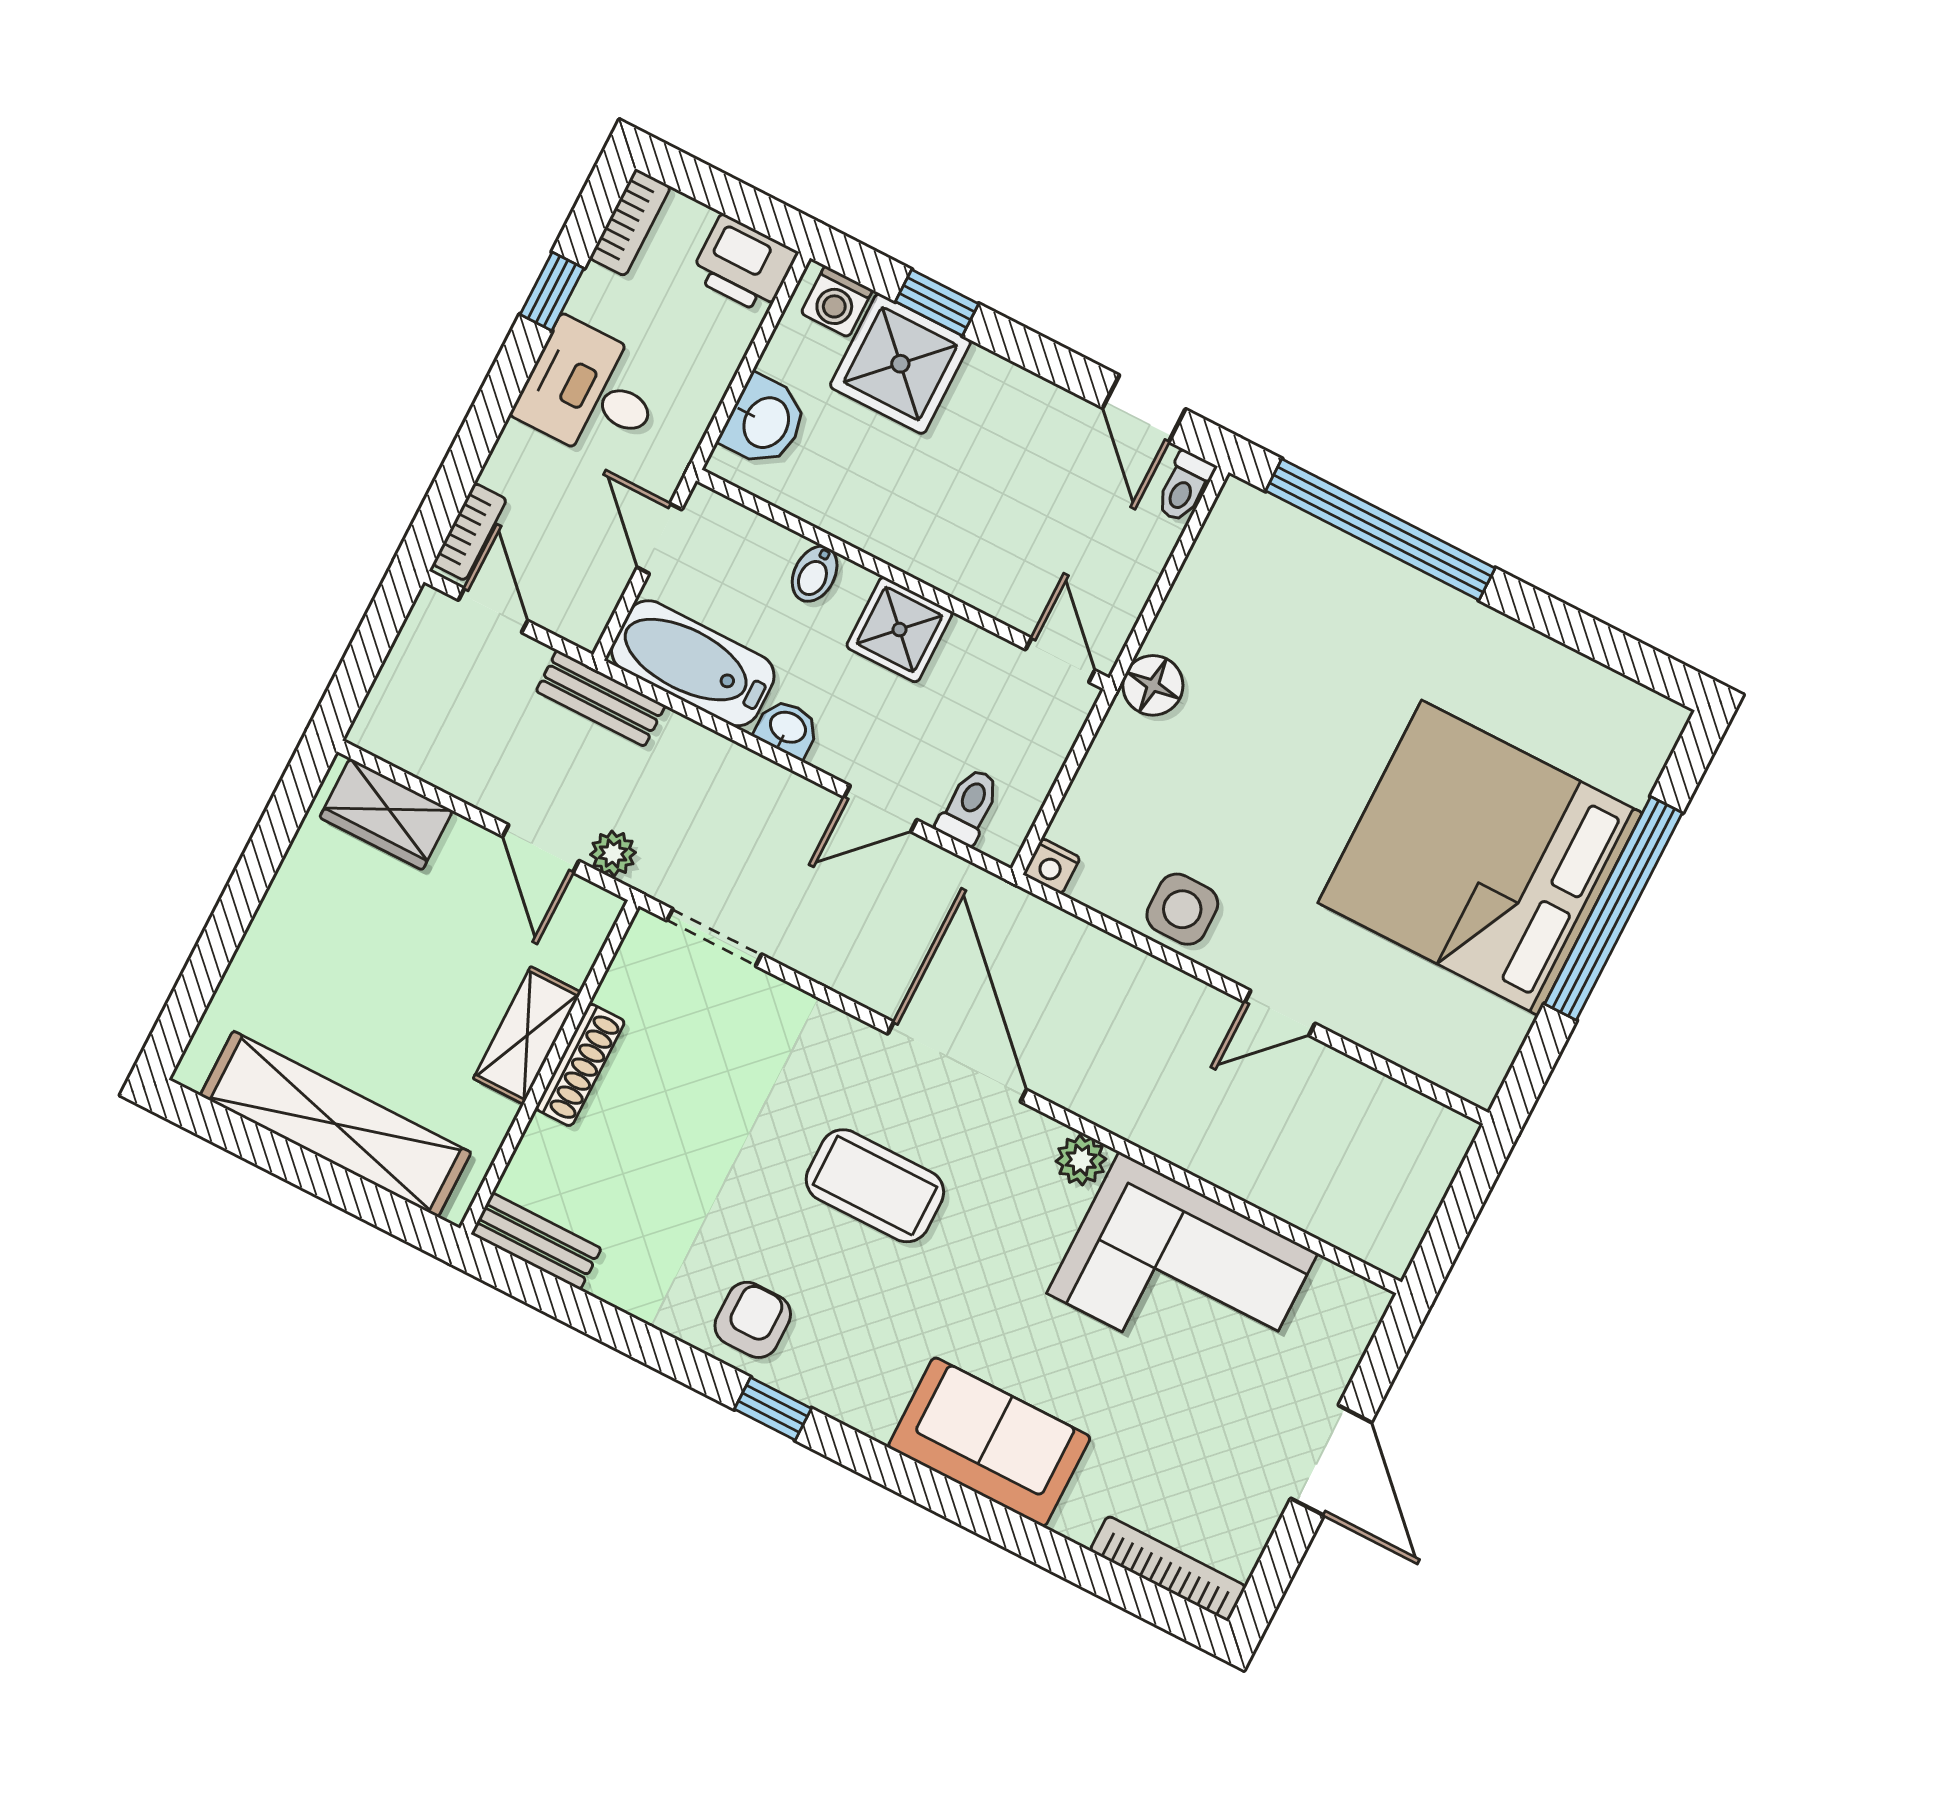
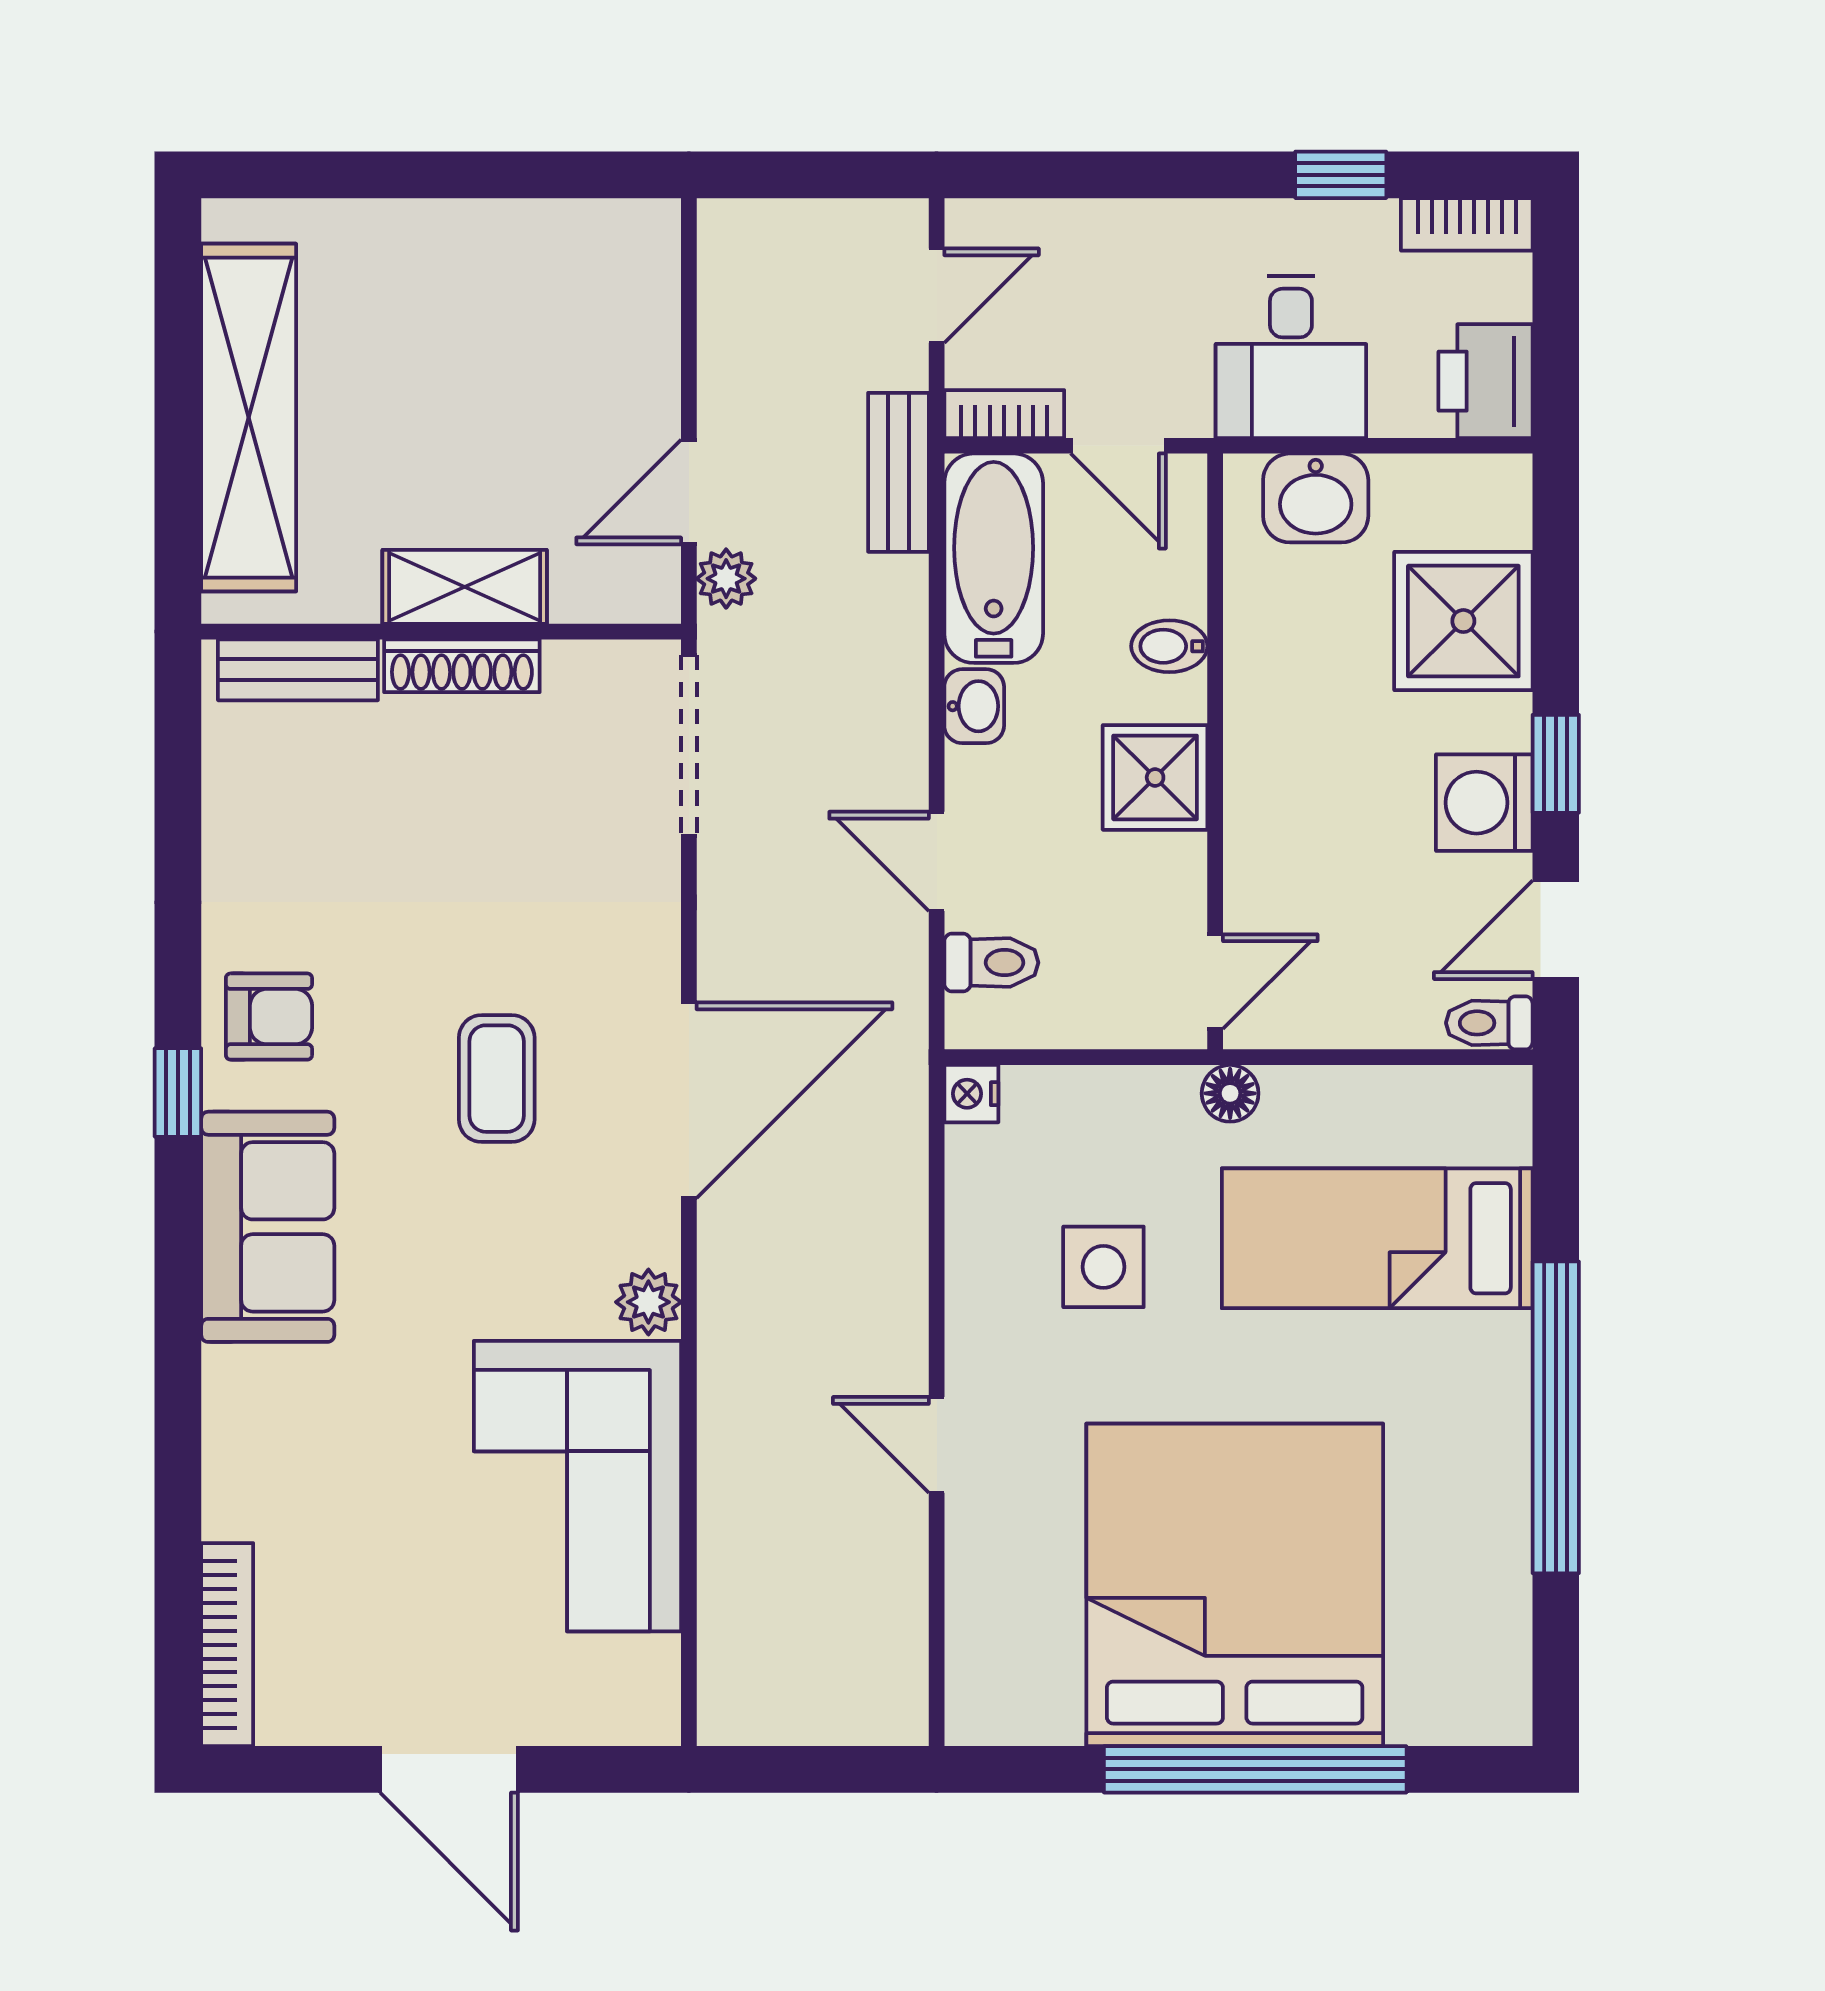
washing machine: (837, 302) -> (1484, 803), moved, width x1.38, depth x1.38
window: (937, 303) -> (1556, 764), moved
desk: (591, 392) -> (1291, 357), moved, turned 180
window: (1380, 530) -> (1556, 1417), moved
bookcase: (470, 532) -> (1004, 414), moved, turned 180
door: (660, 539) -> (1118, 446), swing flipped
bed: (1293, 639) -> (1377, 1238), added
floor lamp: (1153, 685) -> (1230, 1093), width x0.73, depth x0.73
wardrobe: (386, 814) -> (637, 293), removed
side table: (1182, 909) -> (1103, 1267), moved
doorway: (714, 937) -> (689, 745), width x1.38
coffee table: (875, 1186) -> (497, 1079), width x0.73, depth x0.77
bench: (536, 1241) -> (298, 670), moved, turned 90
sofa: (989, 1442) -> (268, 1227), moved
door: (1331, 1460) -> (449, 1769), hinge flipped

